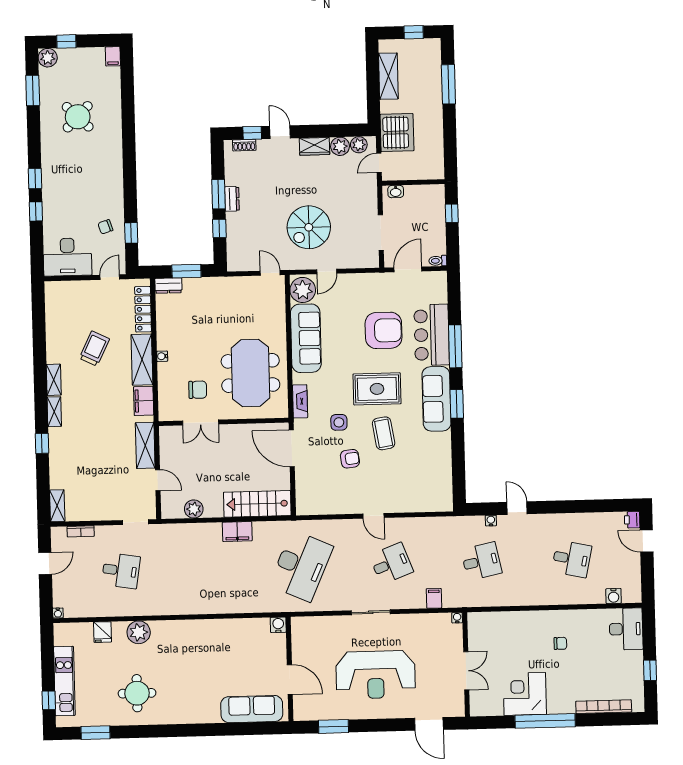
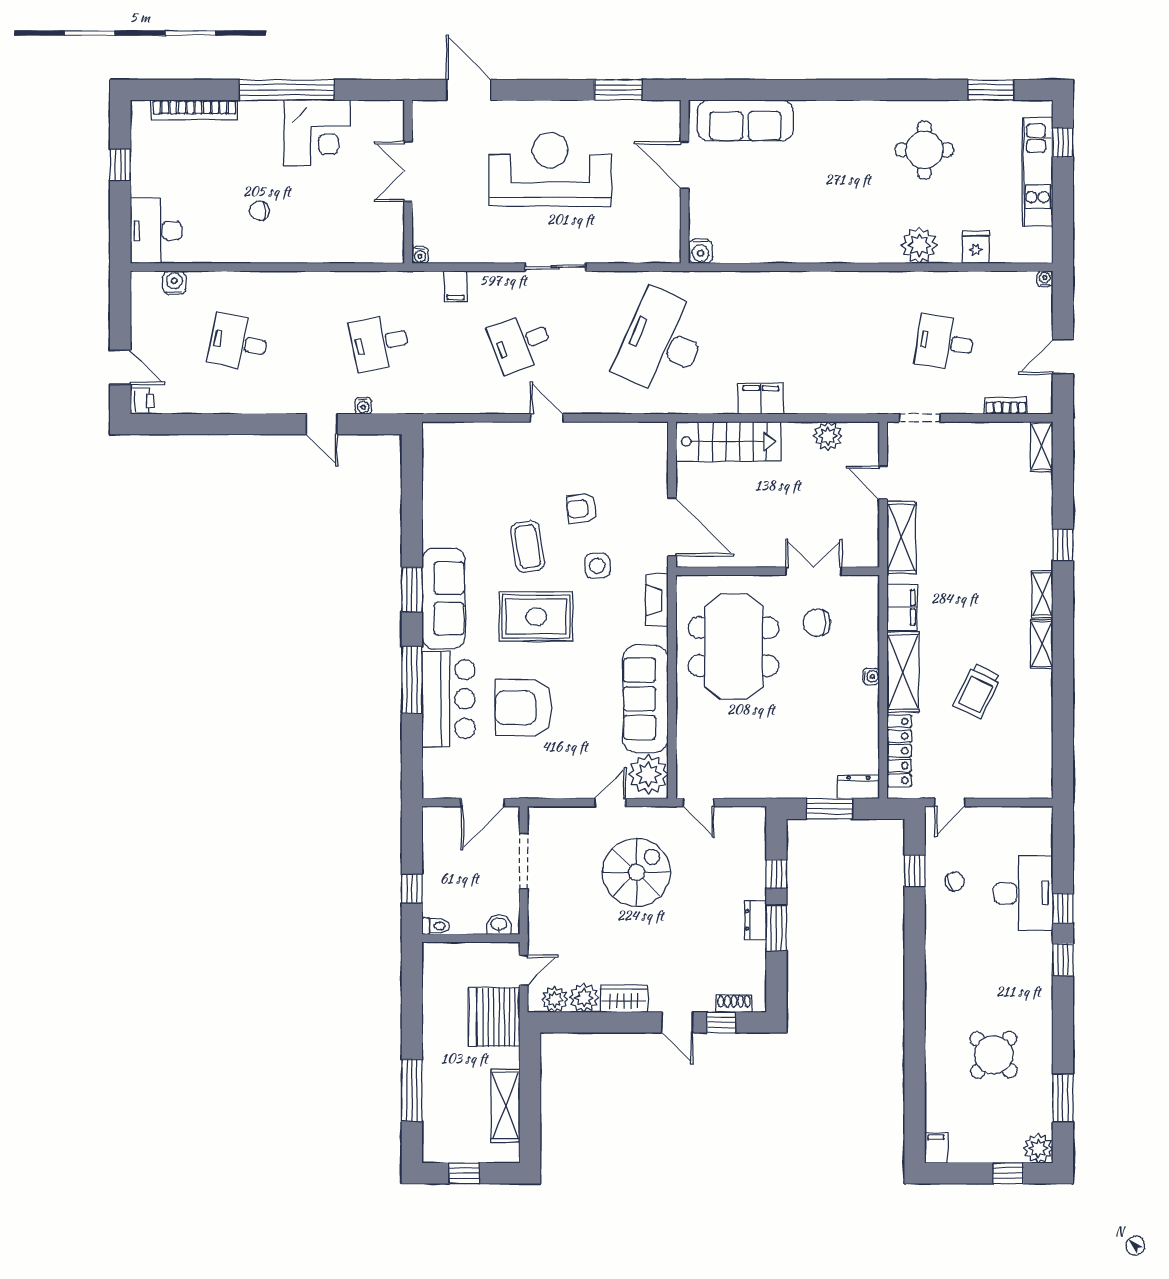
desk: (67, 257) -> (1023, 893), moved, turned 90
toilet: (438, 261) -> (436, 926), moved

